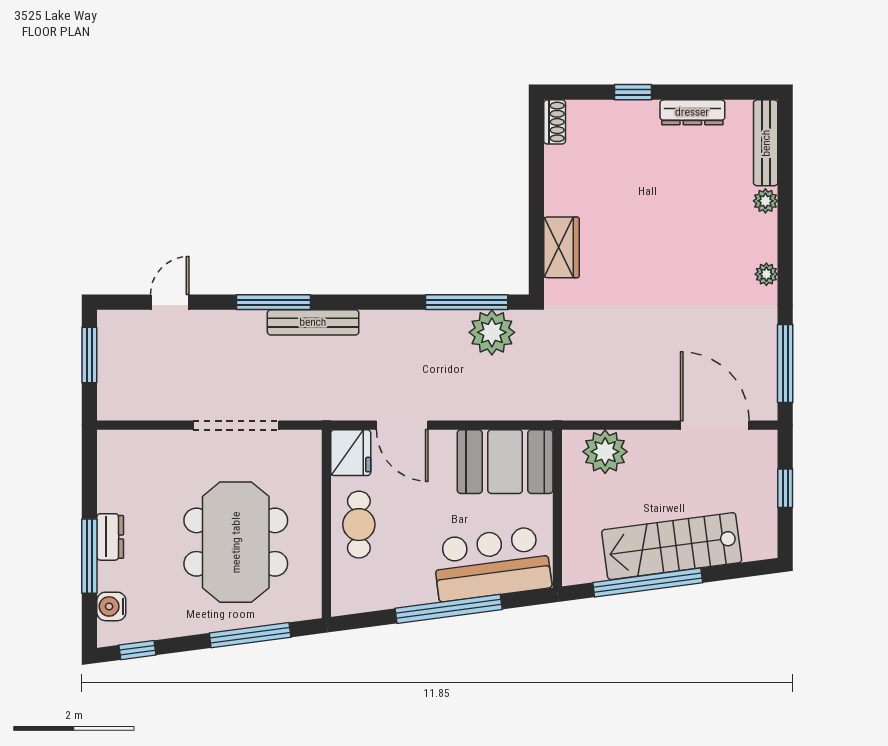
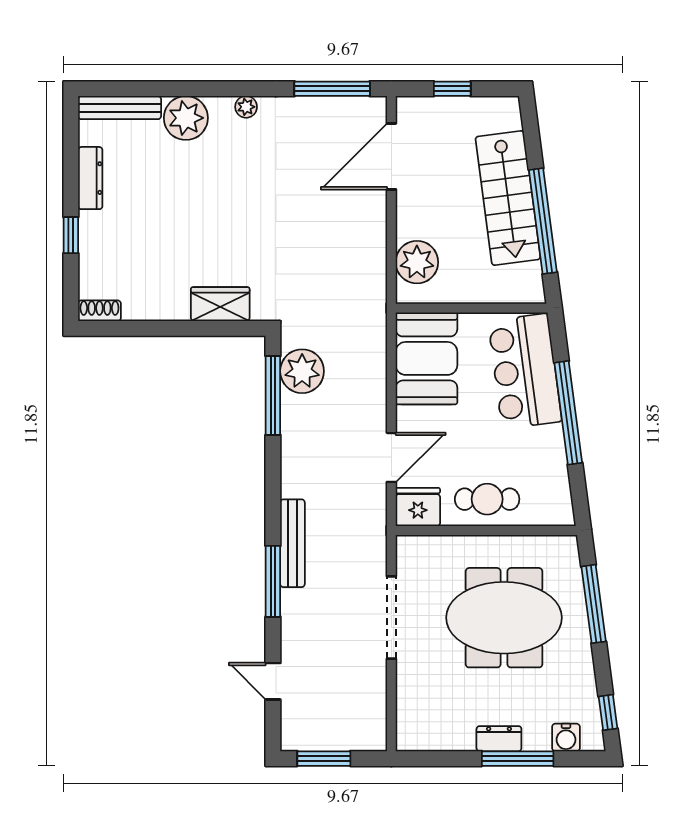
plant: (765, 201) -> (186, 118), width x1.88, depth x1.88

